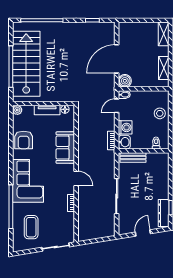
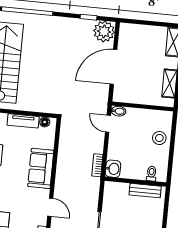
plant: (106, 31) -> (104, 31), added
boiler: (125, 81) -> (121, 94), removed
door: (117, 106) -> (108, 124), hinge flipped
washing machine: (125, 127) -> (116, 151), removed
bench: (133, 157) -> (145, 191), moved

